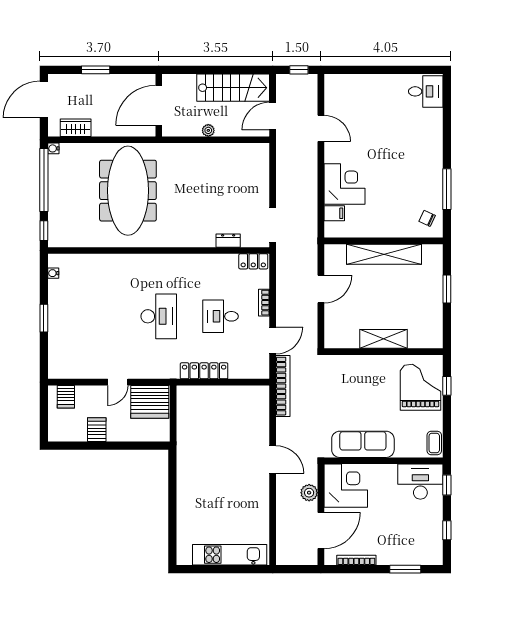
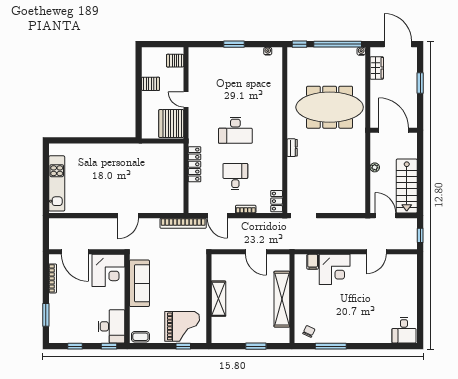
dresser: (228, 241) -> (292, 148), moved
plant: (309, 493) -> (103, 243), removed

